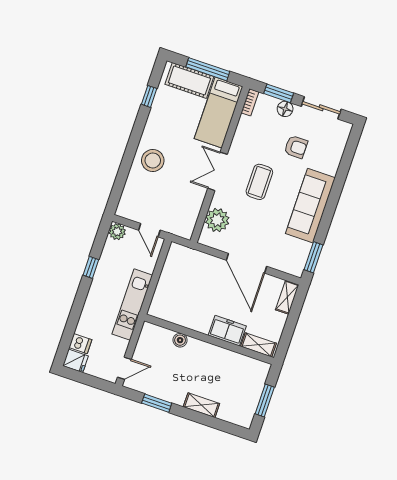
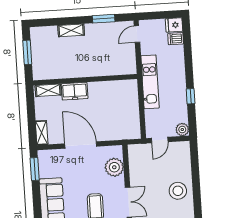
door: (149, 230) -> (160, 140), swing flipped
boiler: (180, 340) -> (106, 71), removed

